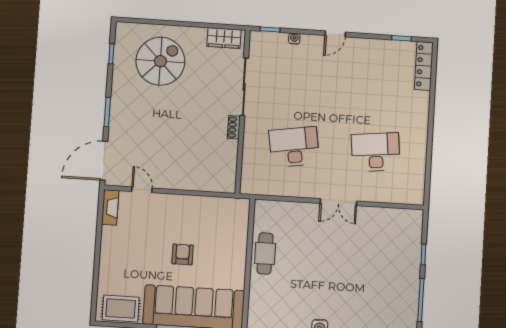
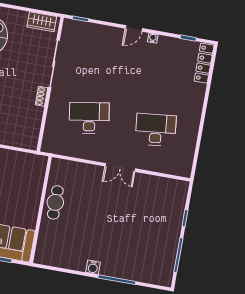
water cooler: (294, 39) -> (153, 38), moved

